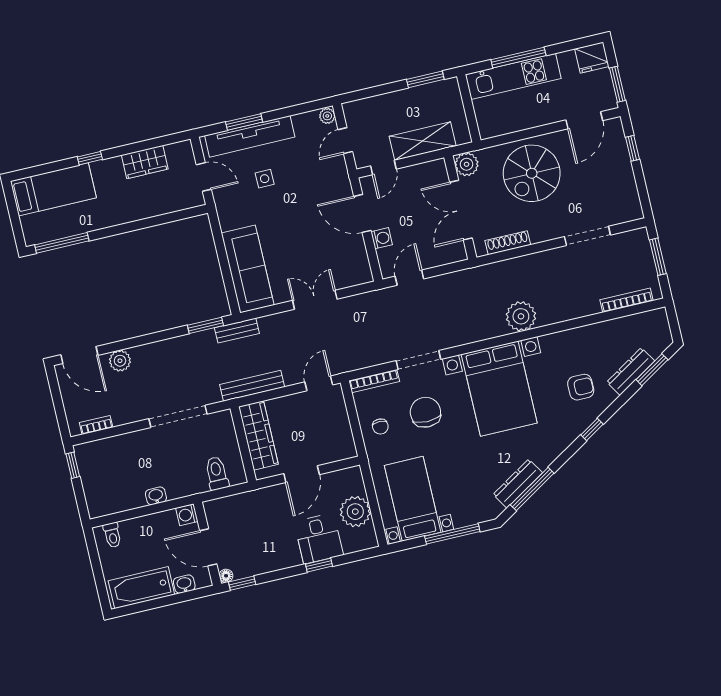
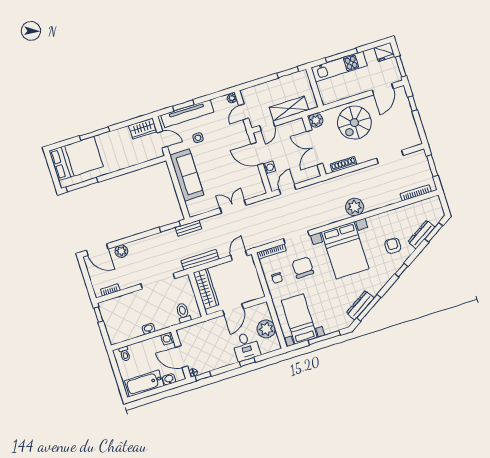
window: (90, 158) -> (95, 134), width x2.17
wardrobe: (145, 162) -> (143, 129), moved
bed: (53, 189) -> (76, 159), width x1.50
sofa: (248, 269) -> (187, 175), moved
armchair: (581, 387) -> (393, 246), turned -90

